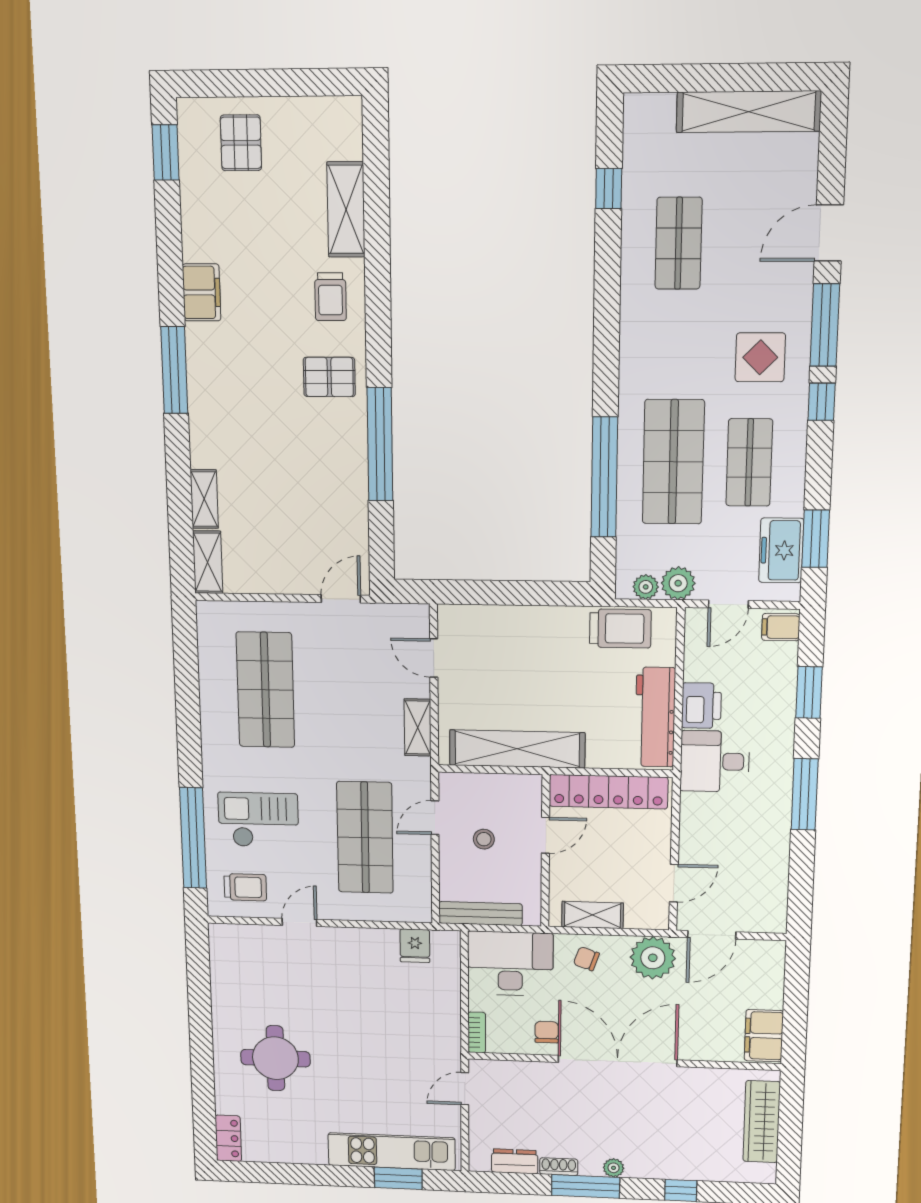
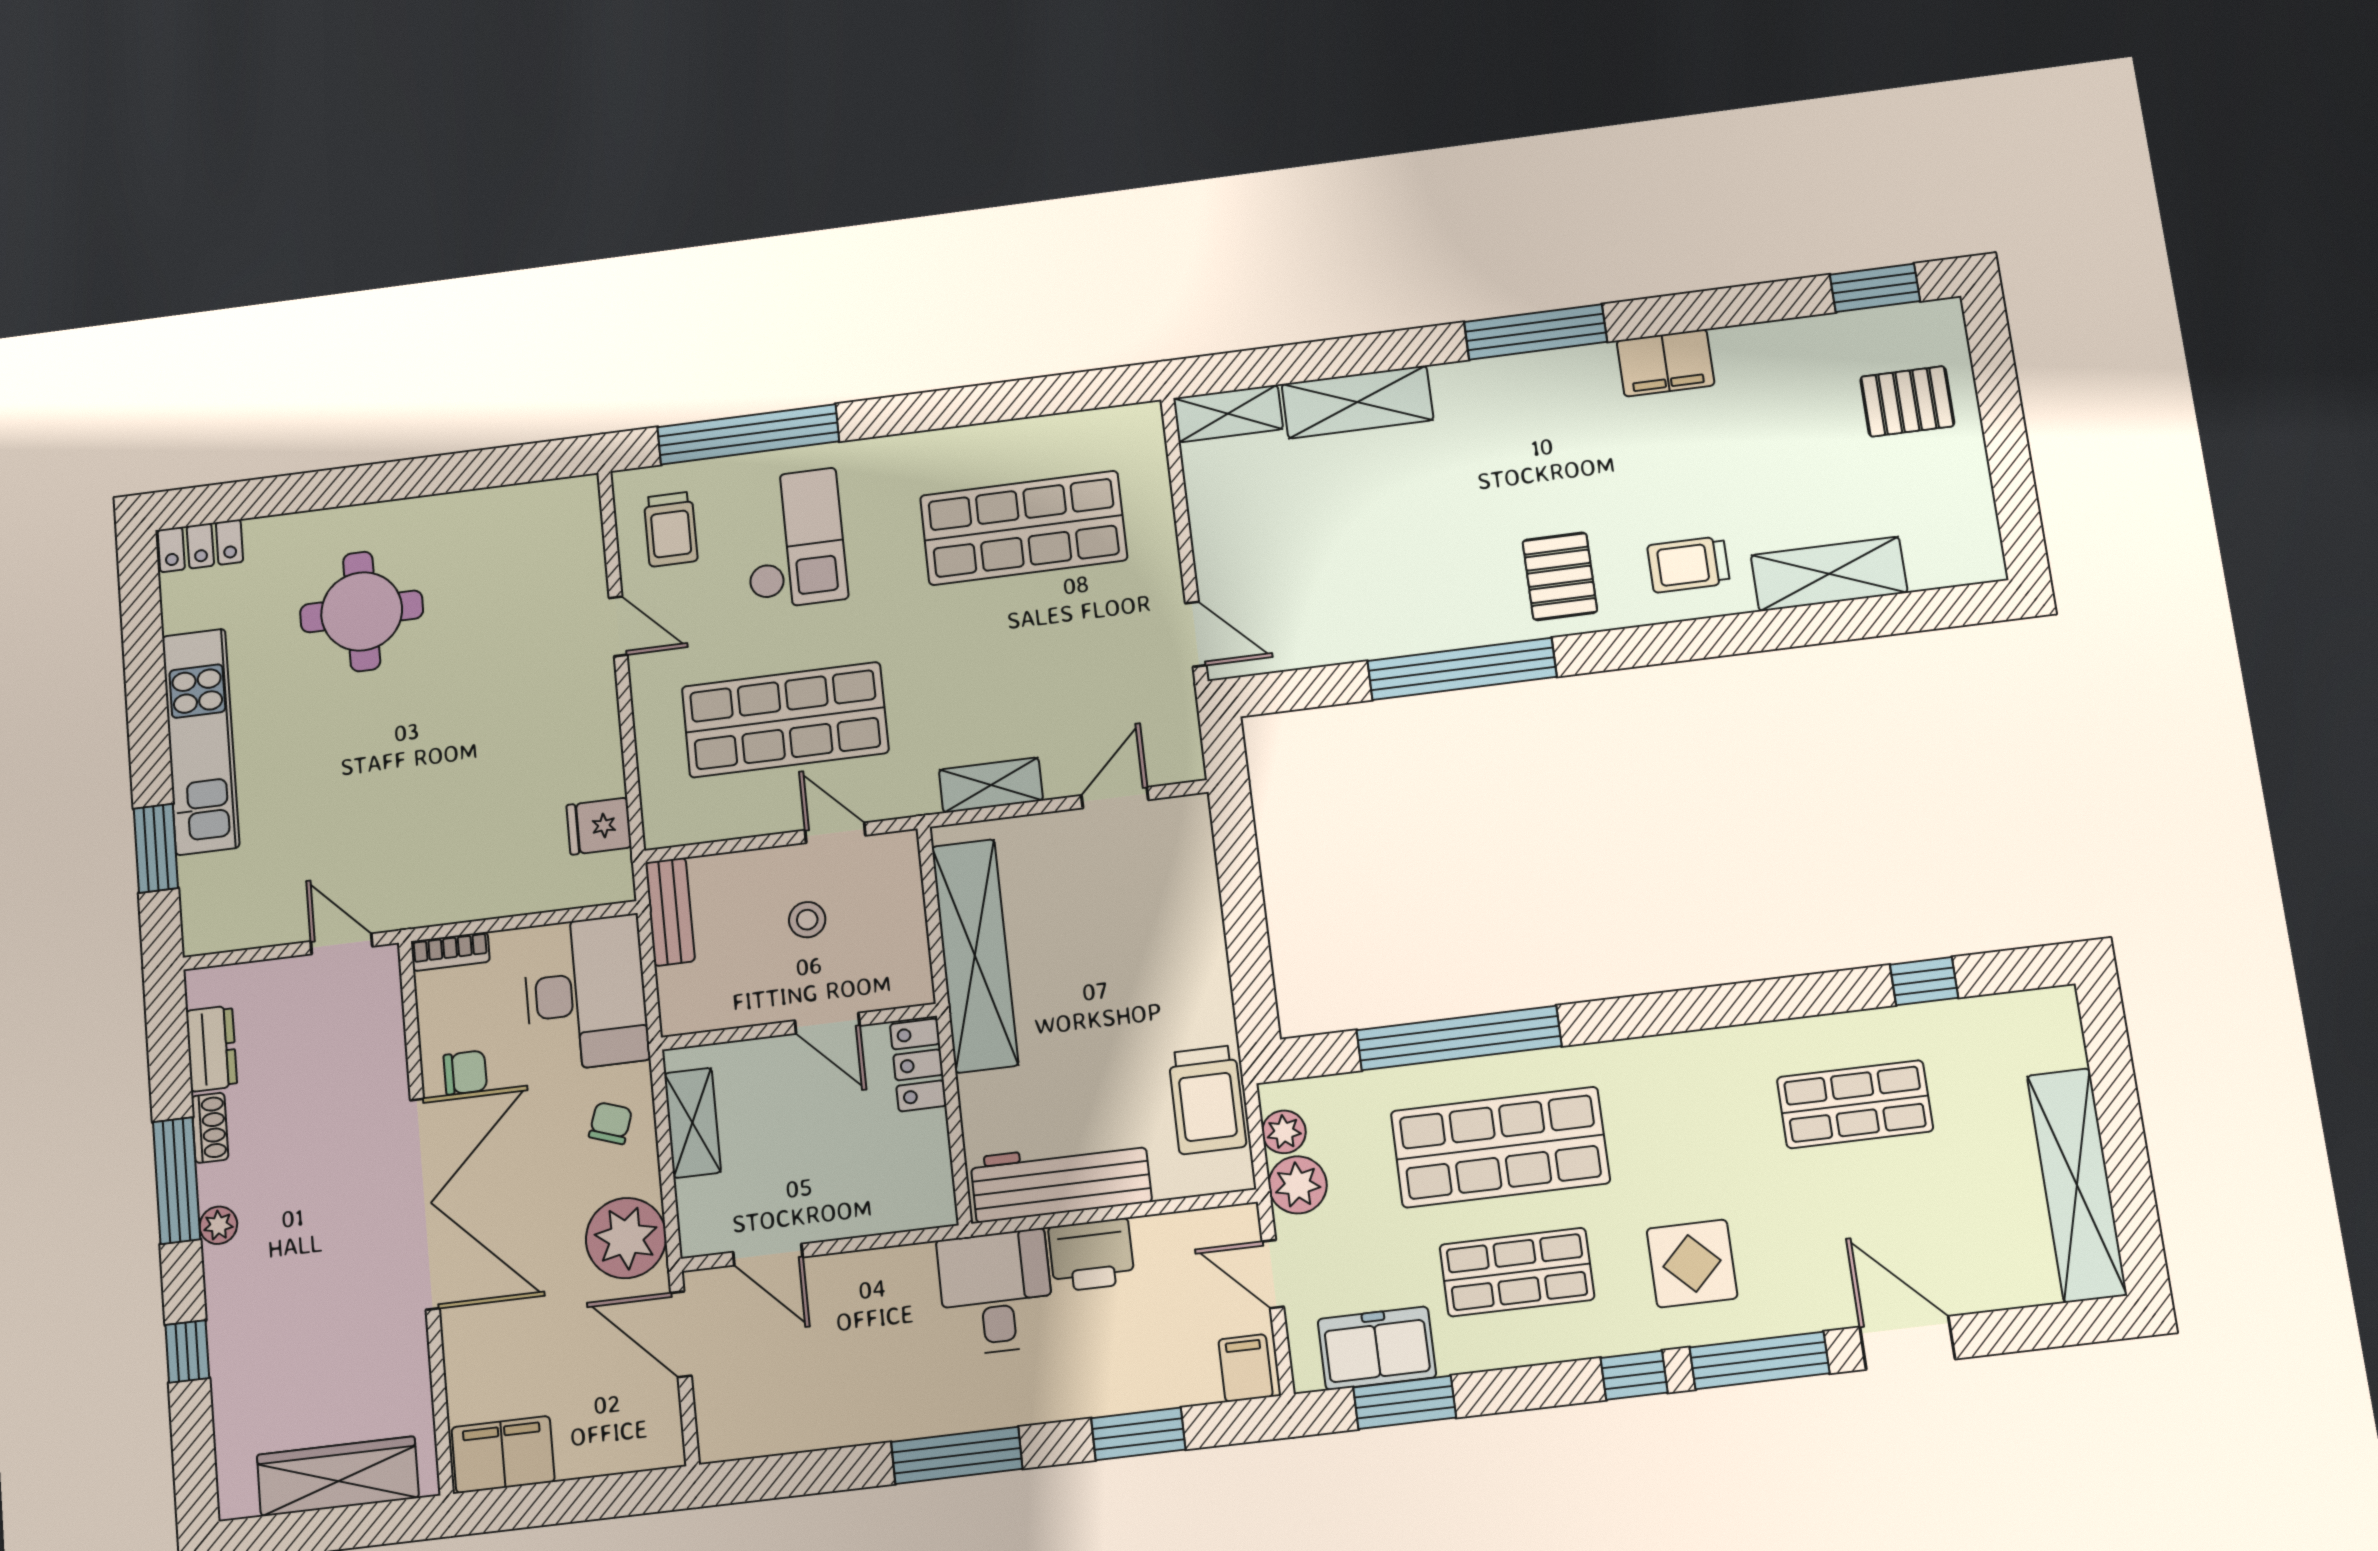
shelving: (204, 499) -> (1357, 402), width x1.50, depth x1.33
locker: (608, 792) -> (918, 1065), width x0.46, depth x0.83
bench: (480, 913) -> (670, 912), width x0.73
kitchen unit: (392, 1152) -> (201, 741), moved

